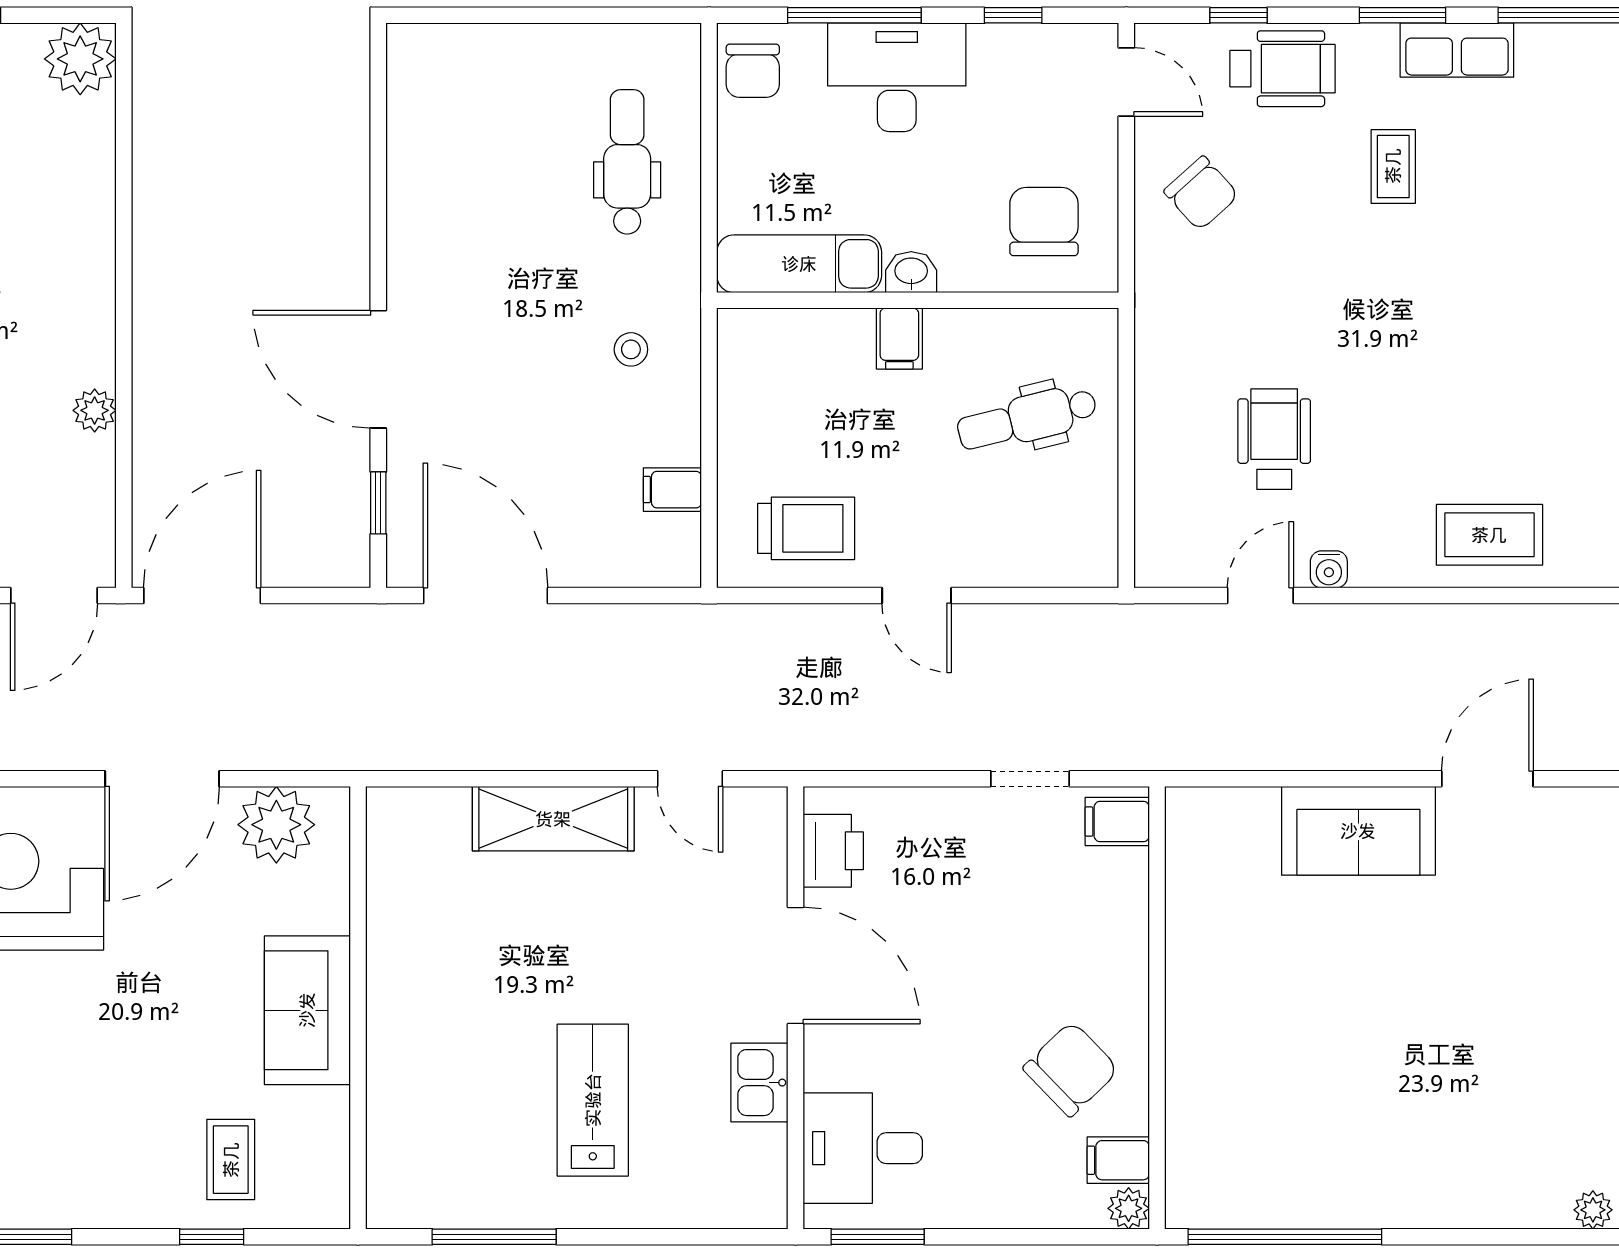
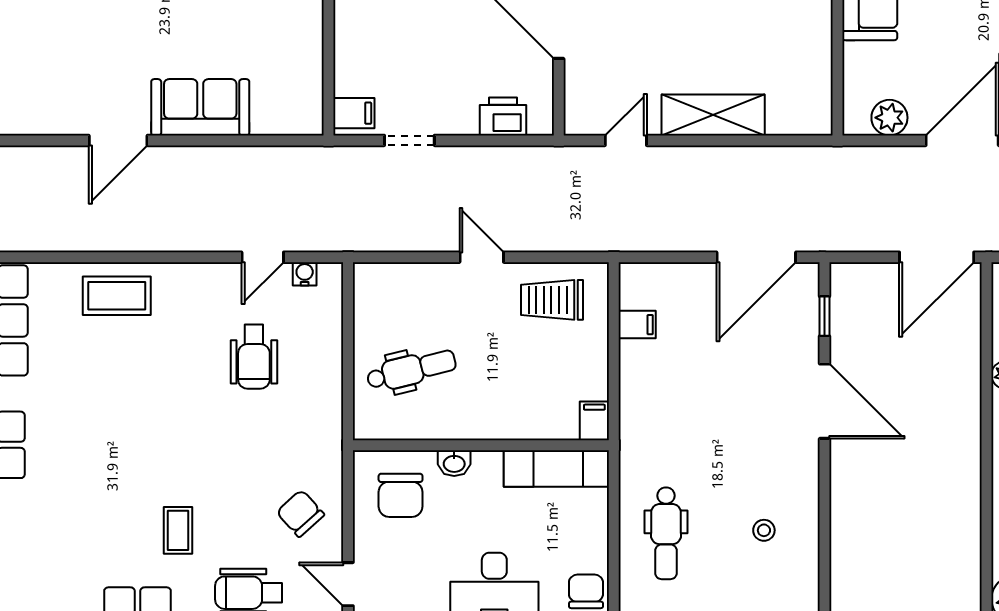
washbasin: (911, 272) -> (454, 463), moved
filing cabinet: (899, 338) -> (594, 421), moved
stool: (631, 349) -> (764, 530), moved
water cooler: (1329, 569) -> (305, 274), moved
door: (485, 595) -> (756, 257), hinge flipped
door: (690, 779) -> (626, 140), hinge flipped
plant: (276, 825) -> (889, 118), width x0.73, depth x0.73
printer: (833, 851) -> (503, 116), moved, turned 90

